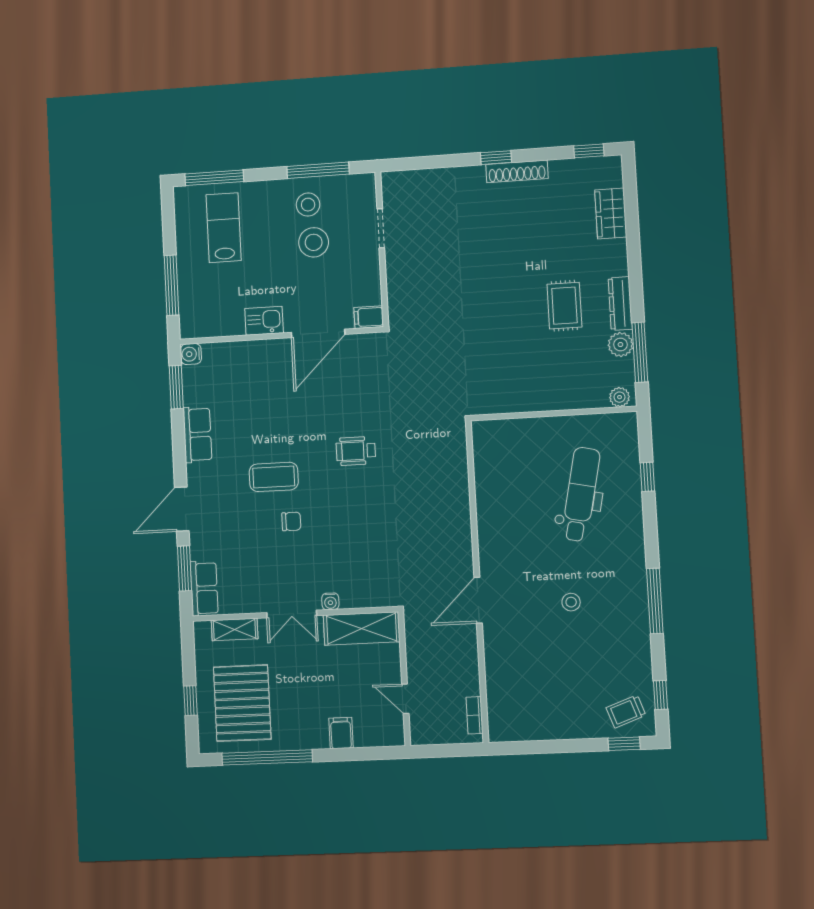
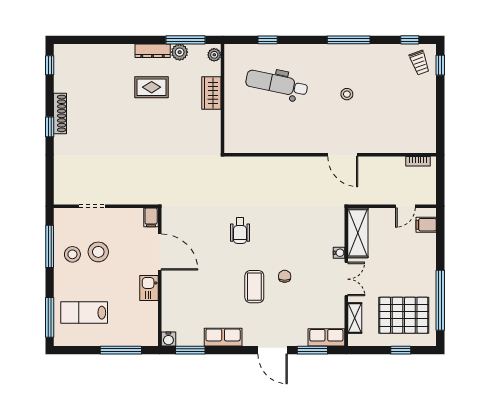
wardrobe: (611, 213) -> (211, 93), moved, turned 90
filing cabinet: (341, 733) -> (426, 225), moved

